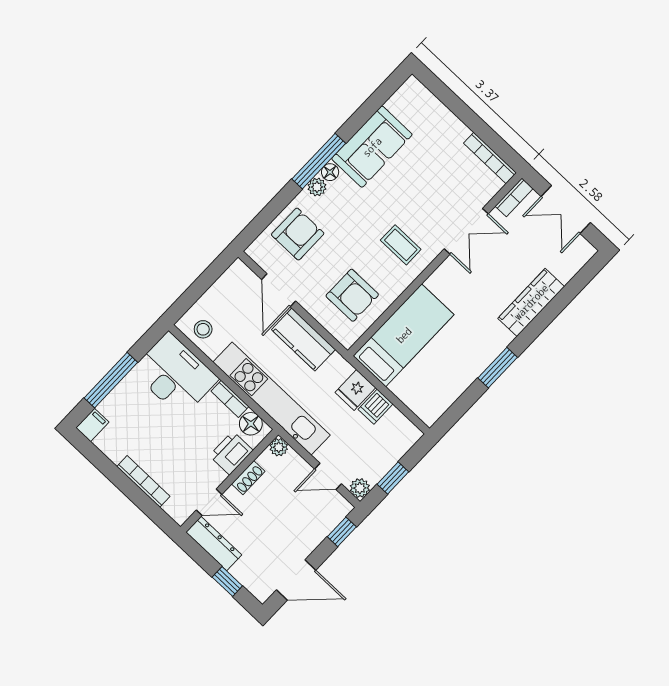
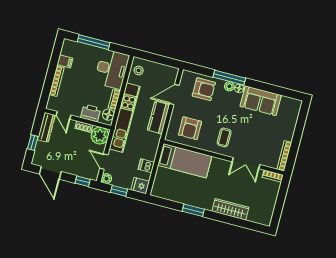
window: (319, 161) -> (229, 78), moved
double door: (566, 209) -> (280, 202), removed
fridge: (355, 390) -> (140, 186), moved
filing cabinet: (92, 425) -> (65, 61), moved
plant: (279, 447) -> (100, 136), width x1.88, depth x1.88

